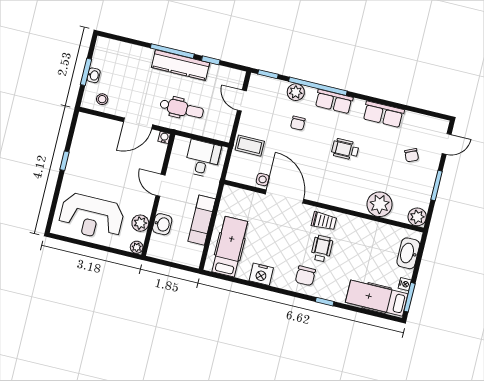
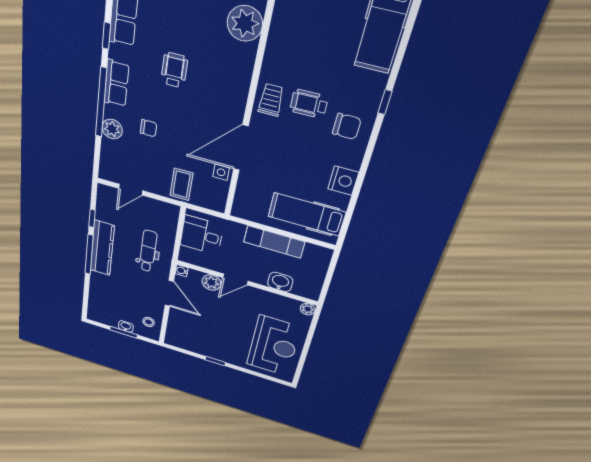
window: (268, 74) -> (106, 36), moved
wheelchair: (345, 149) -> (174, 70), turned 180
plant: (140, 223) -> (211, 282), moved

